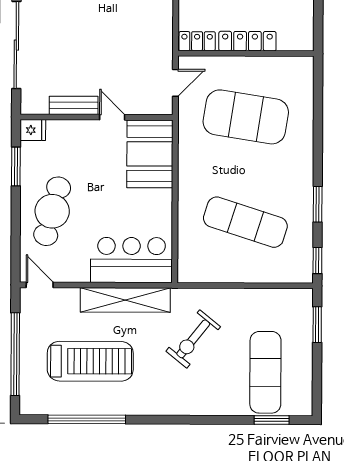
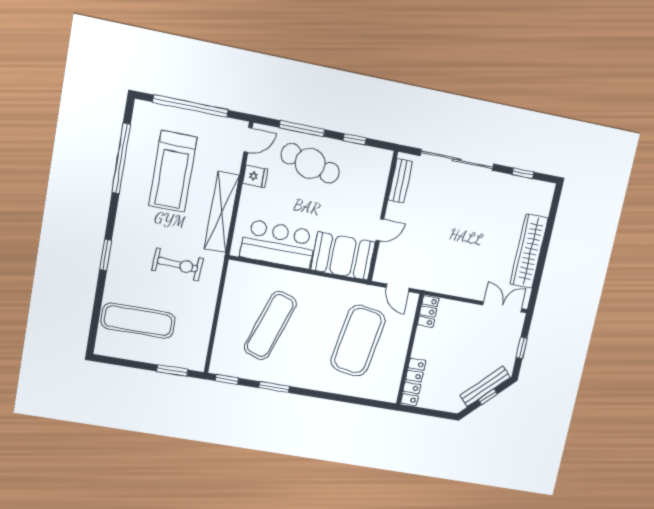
locker: (247, 41) -> (413, 382), moved
bench: (74, 105) -> (400, 181), moved
fridge: (33, 130) -> (255, 176), moved, turned -90
window: (16, 166) -> (355, 139), width x0.67
window: (16, 227) -> (302, 129), added
bar counter: (131, 260) -> (278, 244), moved, turned -90
exercise bike: (193, 339) -> (178, 264), turned 144
window: (272, 420) -> (106, 255), moved

